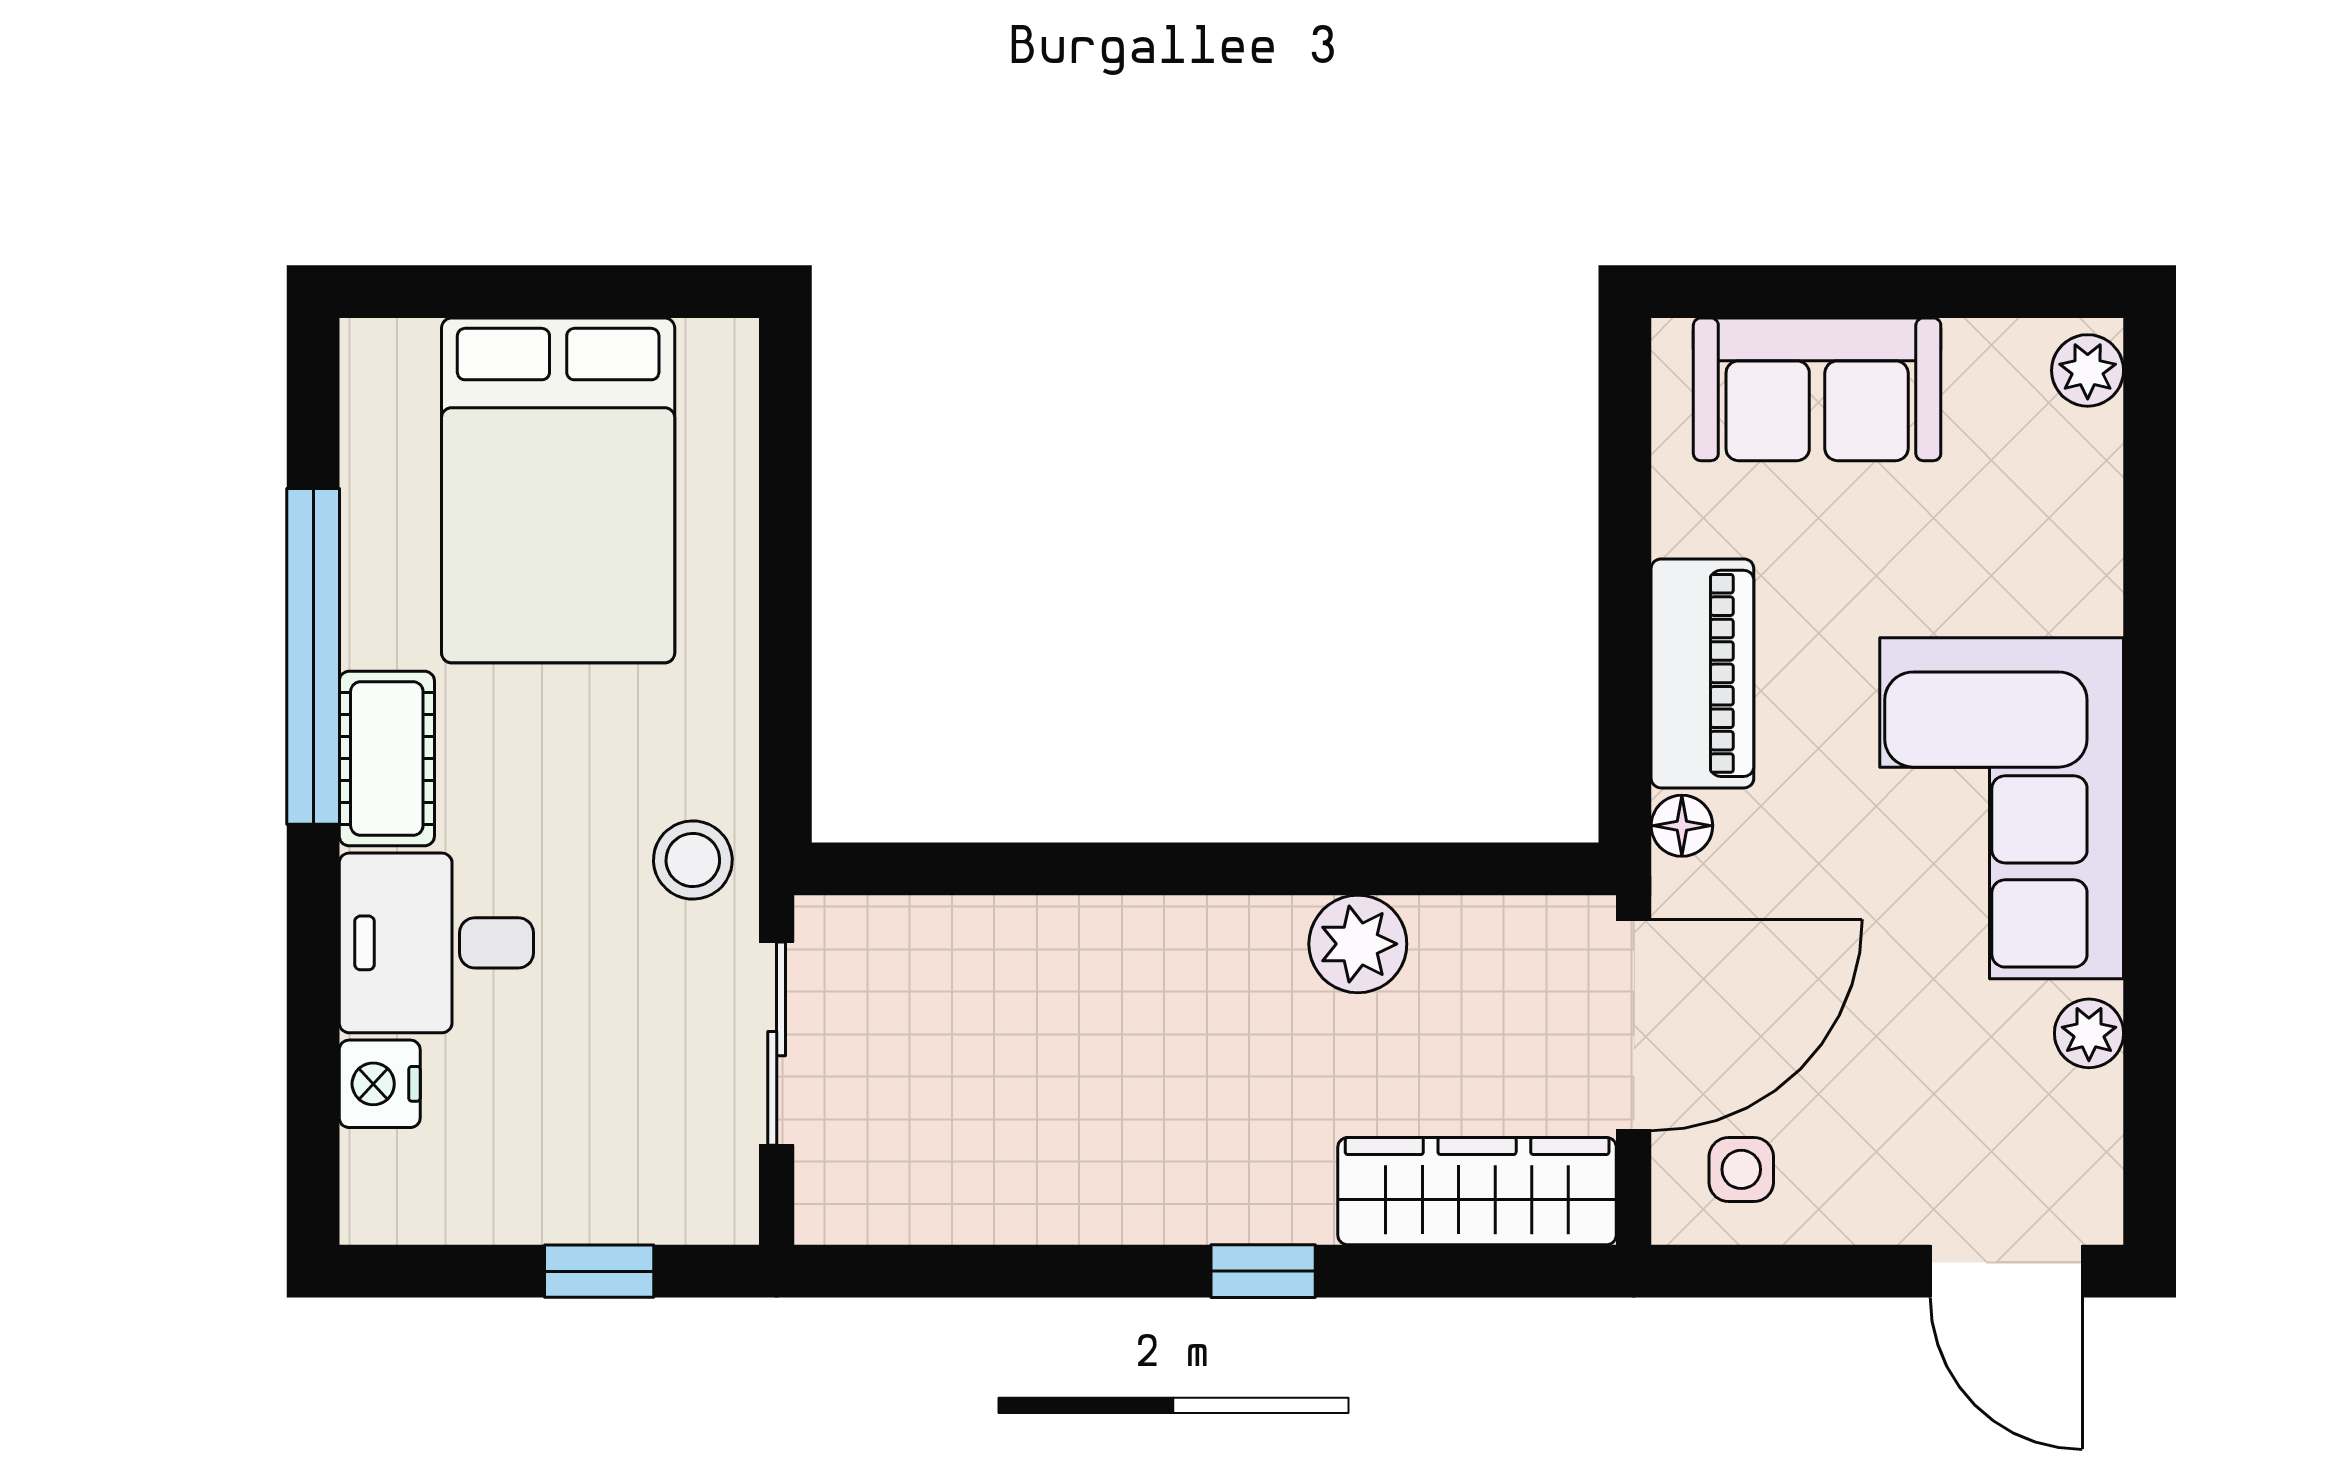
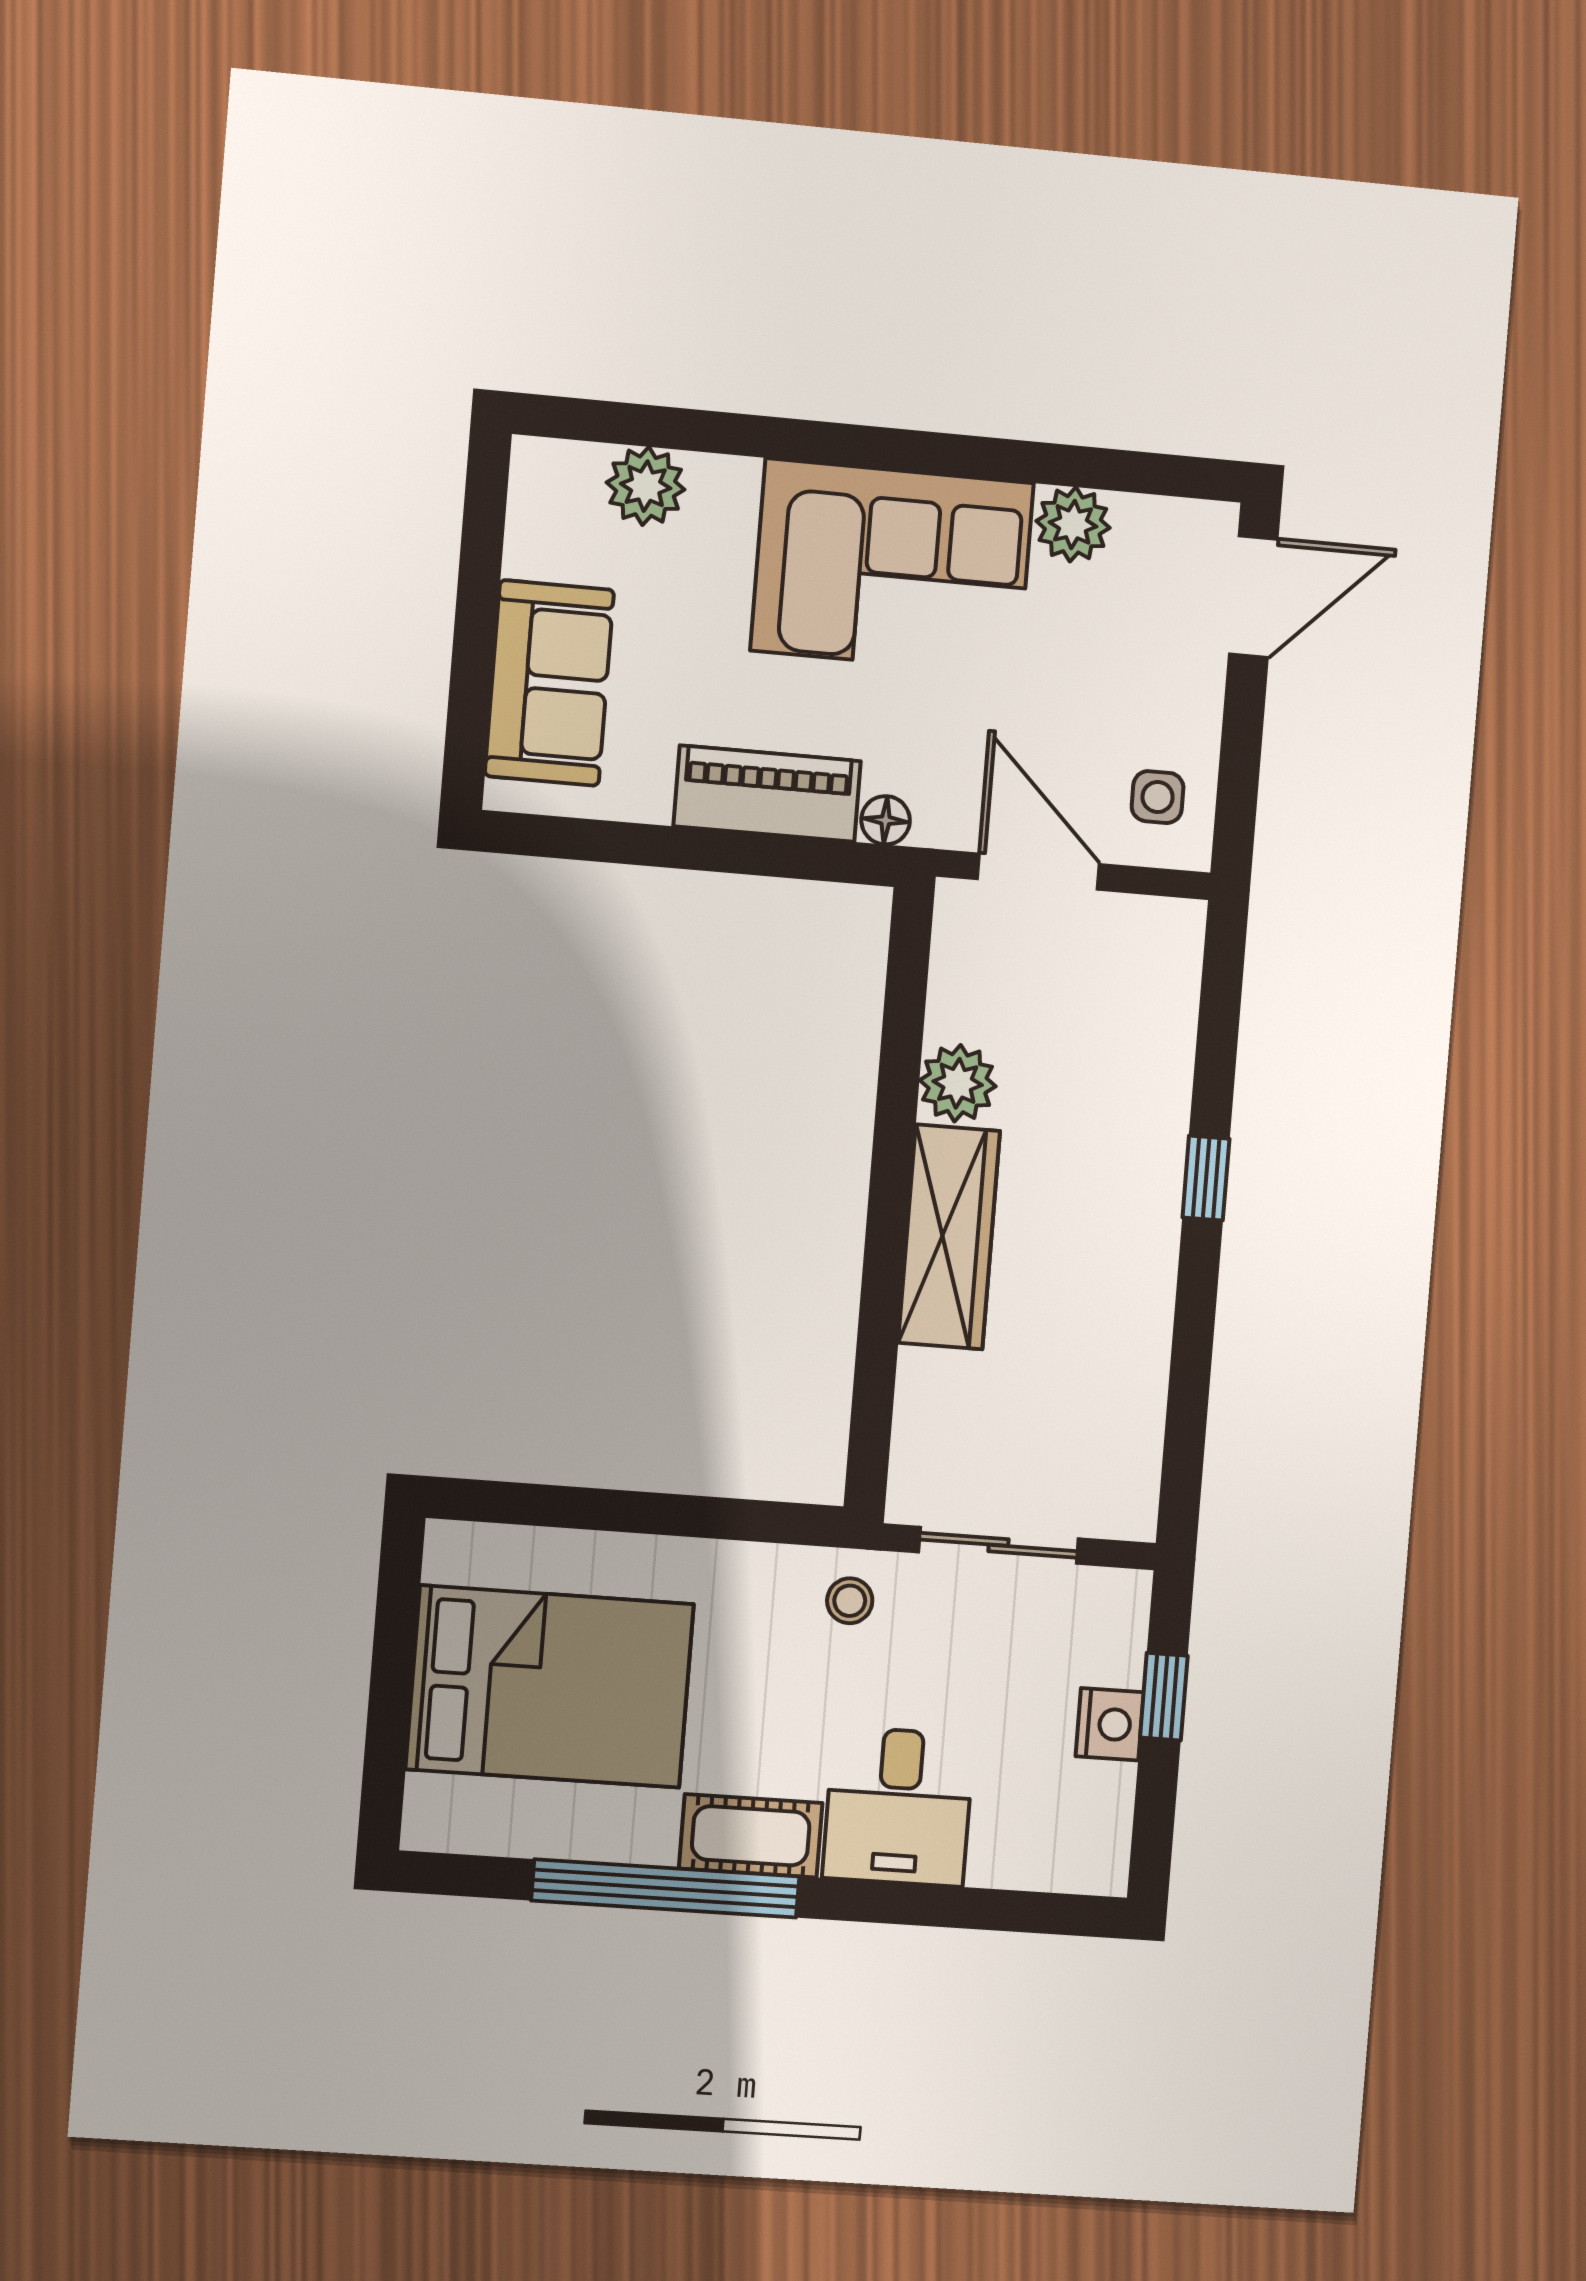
plant: (2088, 370) -> (646, 486), moved, width x1.38, depth x1.38
stool: (693, 860) -> (850, 1601), width x0.73, depth x0.73
door: (1634, 1025) -> (1038, 872), width x0.73
plant: (2089, 1033) -> (1073, 524), width x1.38, depth x1.38
nightstand: (380, 1084) -> (1110, 1724), moved, turned -90
wardrobe: (1477, 1191) -> (949, 1237), moved, turned 180

